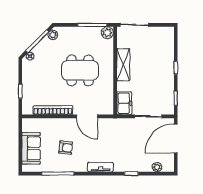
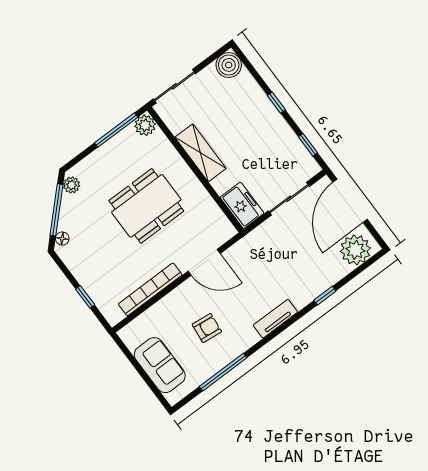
boiler: (167, 34) -> (229, 65), added
plant: (157, 167) -> (355, 250), width x1.88, depth x1.88

